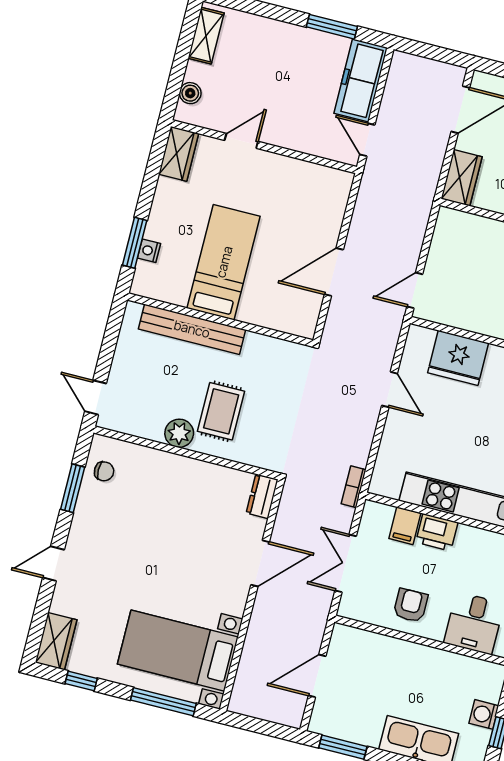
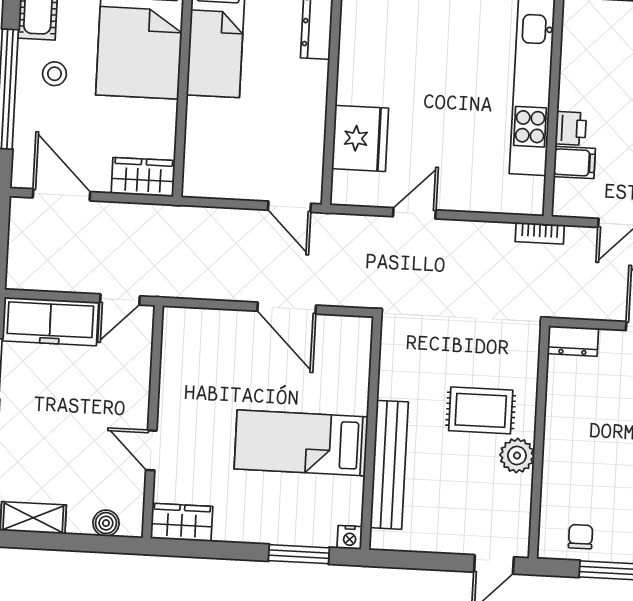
nightstand: (149, 251) -> (350, 537), moved
printer: (437, 532) -> (571, 128), width x0.73, depth x0.81

